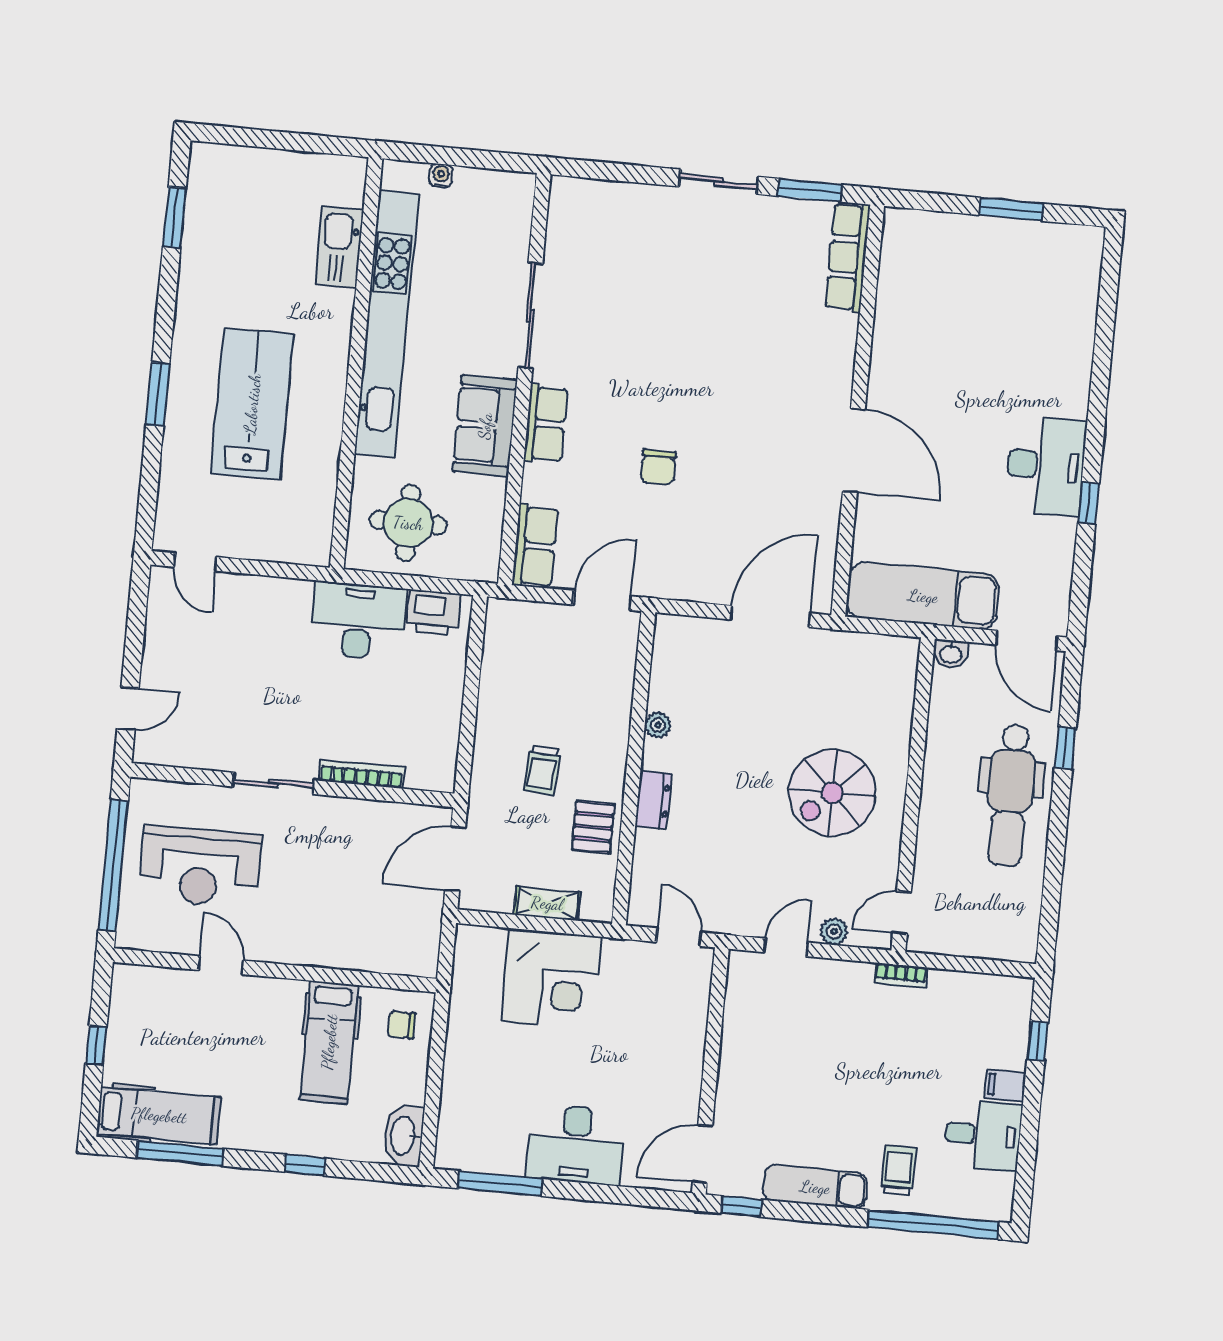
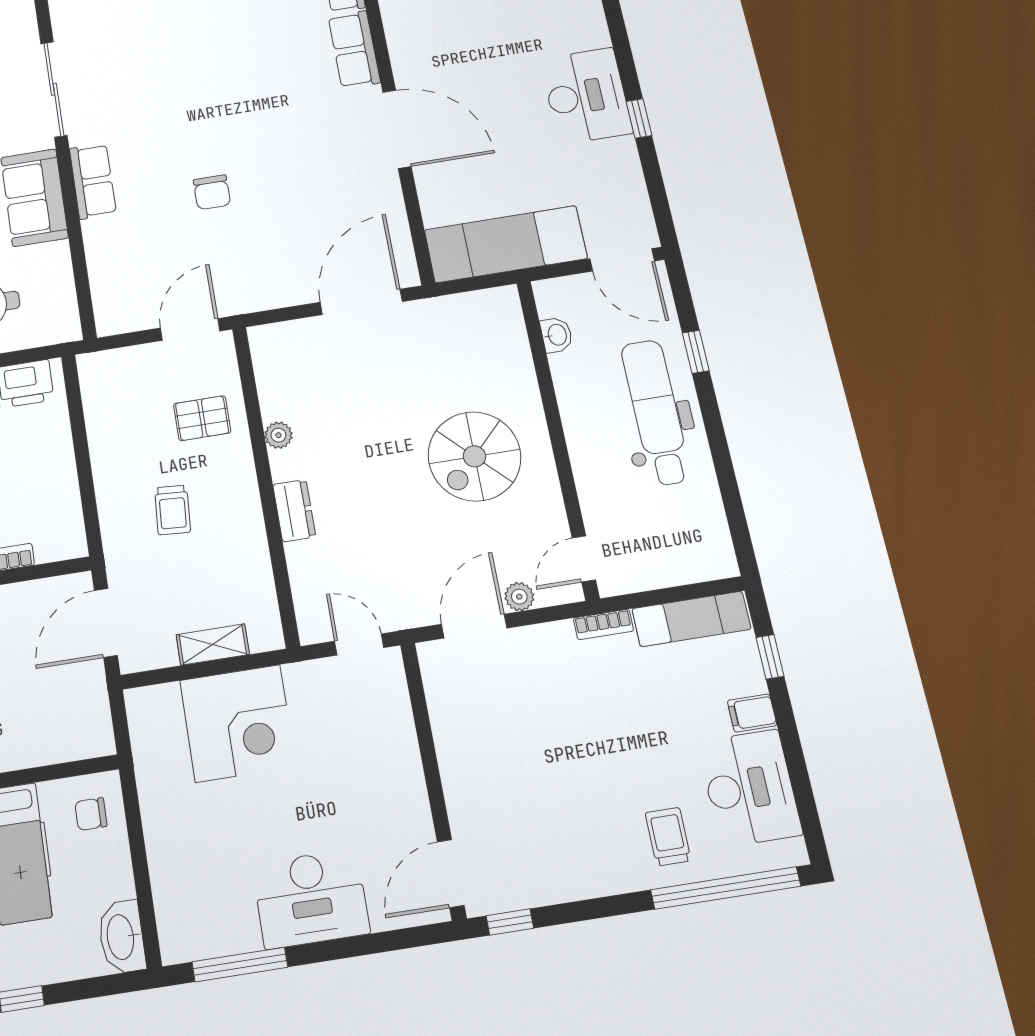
row of seats: (535, 546) -> (354, 49), moved, turned 180
washbasin: (951, 654) -> (557, 335), moved, turned -90
dental chair: (1010, 795) -> (656, 412), turned 180
pallet: (593, 827) -> (202, 418), moved, turned 90
door: (786, 947) -> (474, 626), width x1.38
desk: (983, 1135) -> (750, 788), width x1.37
exam couch: (815, 1187) -> (691, 619), moved, turned 180

